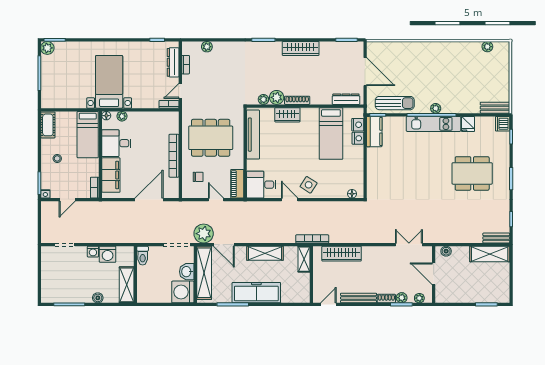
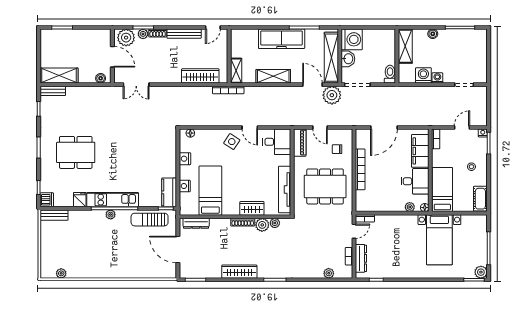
bed with nightstands: (109, 82) -> (439, 240), moved
nightstand: (358, 125) -> (185, 159), moved
plant: (419, 298) -> (126, 38), width x1.87, depth x1.87

